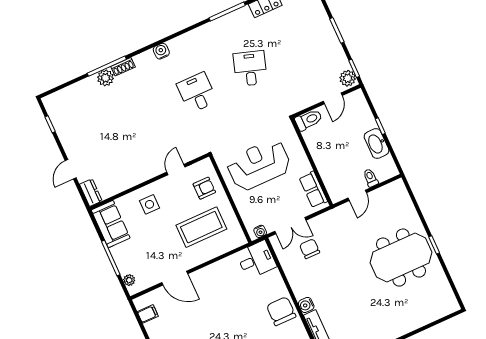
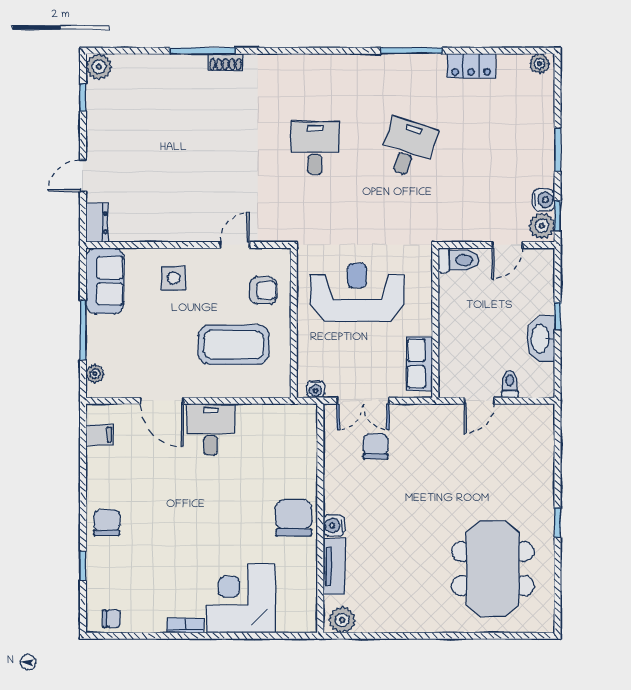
water cooler: (161, 51) -> (544, 200), moved, turned 90
plant: (105, 78) -> (99, 67), moved
meeting table: (401, 258) -> (493, 569), moved, turned 90
desk: (256, 260) -> (211, 430), moved, turned -90

